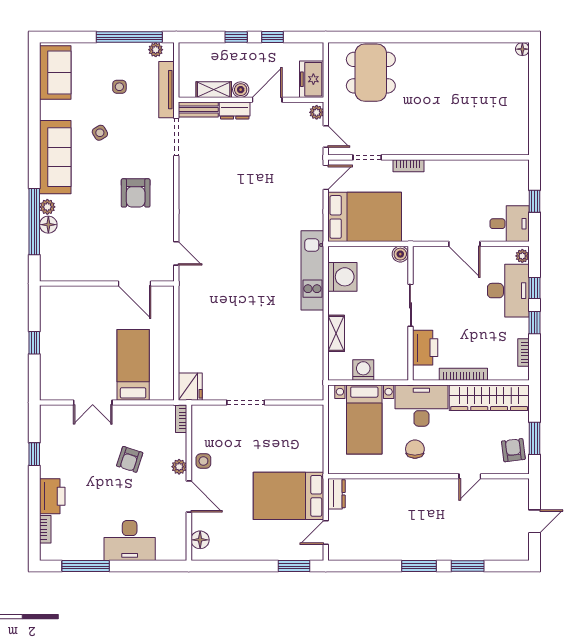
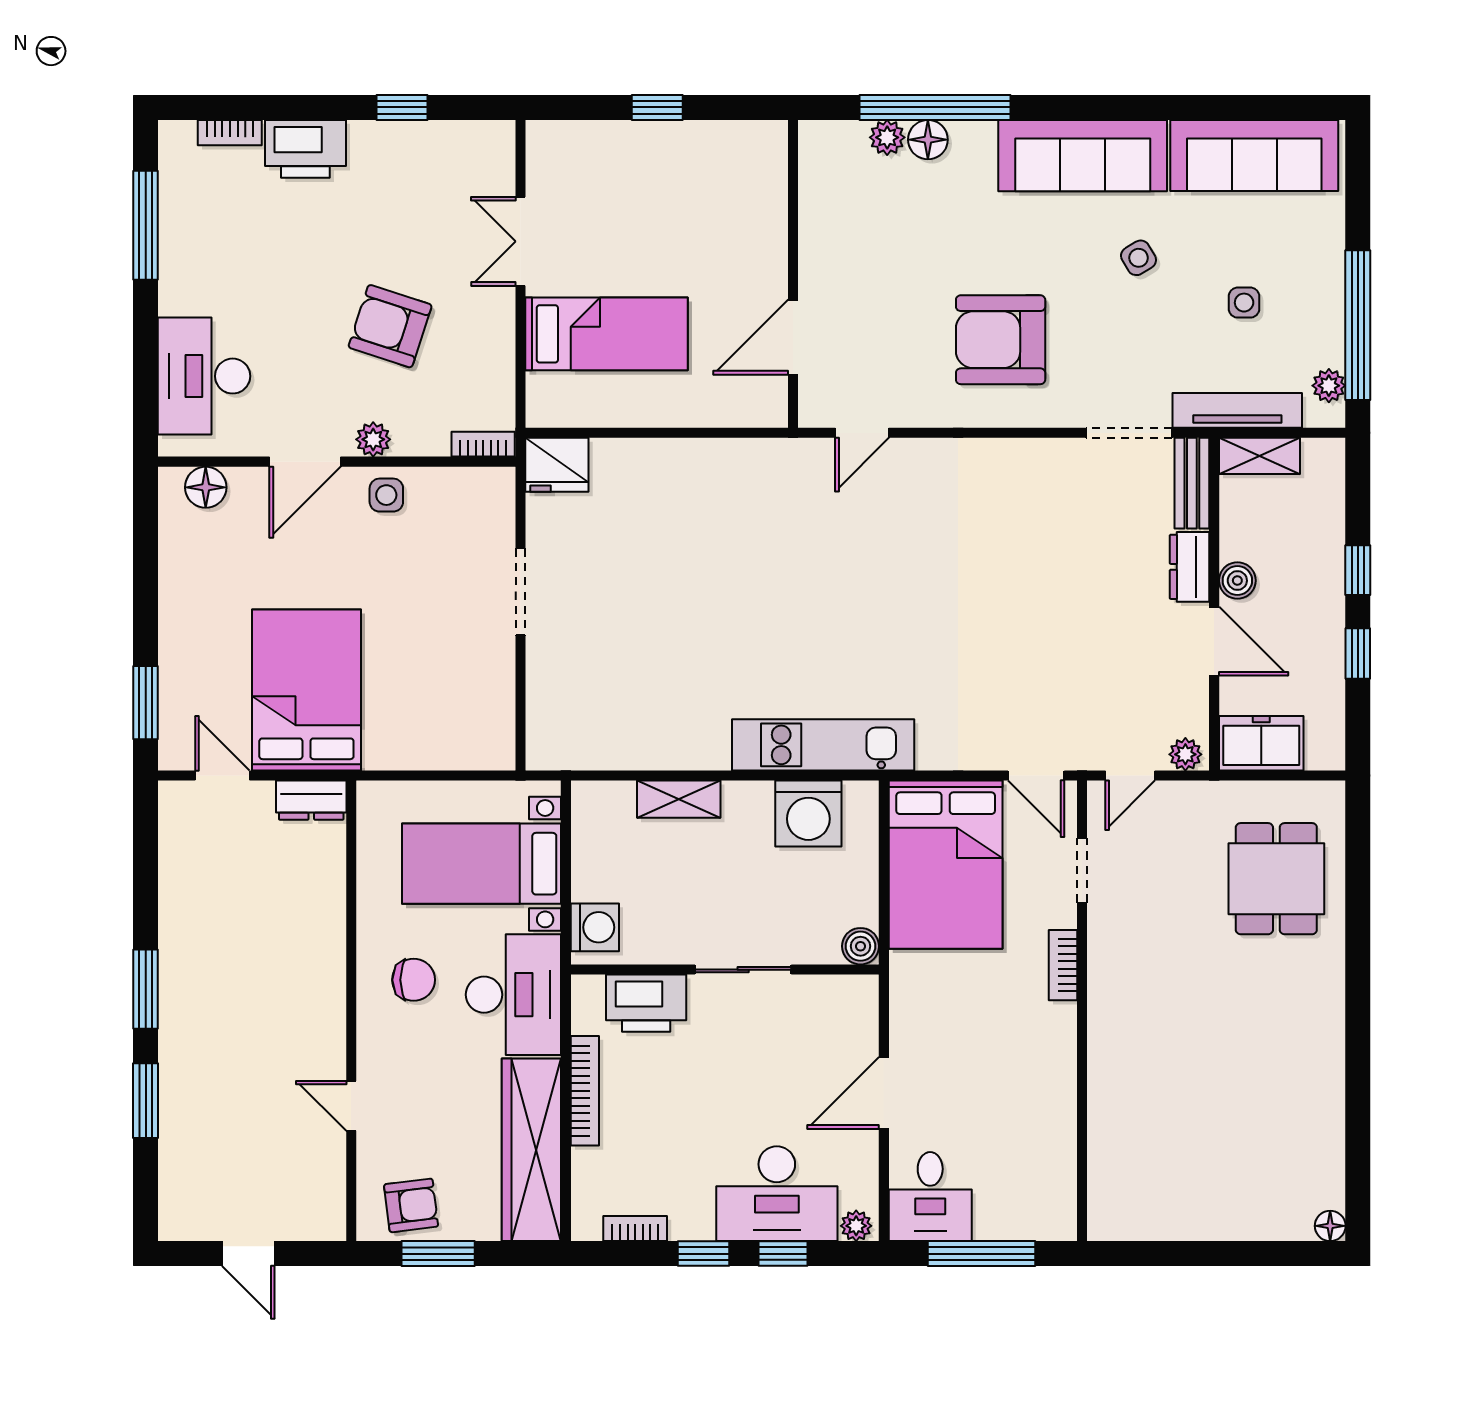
sofa: (55, 73) -> (1254, 156), width x1.36
dining table: (371, 73) -> (1276, 879), width x0.73
shelving: (214, 90) -> (1260, 456), moved, turned 90
armchair: (136, 193) -> (1001, 340), width x1.36, depth x1.36
window: (534, 201) -> (982, 1254), width x2.17
plant: (47, 207) -> (887, 137), moved
washing machine: (363, 370) -> (595, 927), moved
armchair: (130, 459) -> (390, 326), width x1.38, depth x1.38
desk: (130, 541) -> (204, 376), moved

